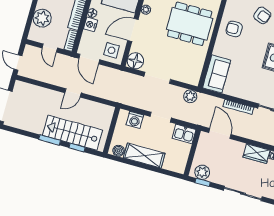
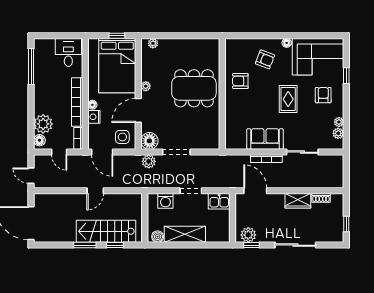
floor lamp: (35, 32) -> (39, 140), added
sofa: (217, 74) -> (265, 139), moved, turned -90
plant: (190, 96) -> (149, 161), moved

